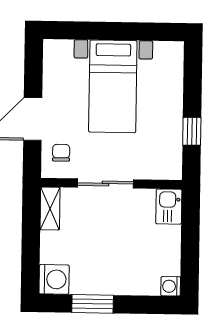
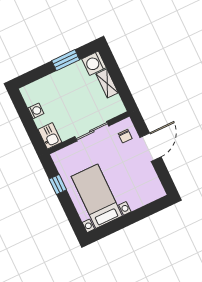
bed with nightstands: (113, 86) -> (97, 196), moved
shelving: (50, 209) -> (107, 83), moved
washing machine: (171, 286) -> (36, 111), moved

